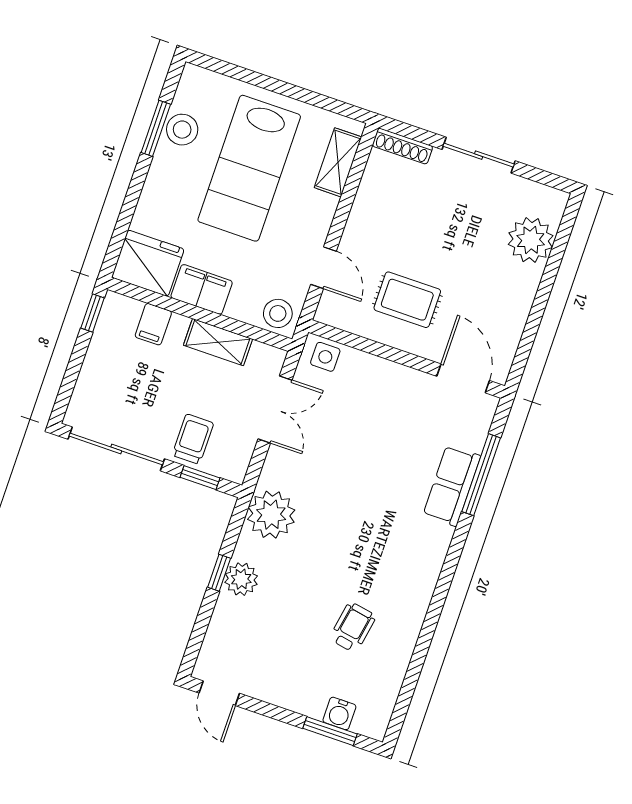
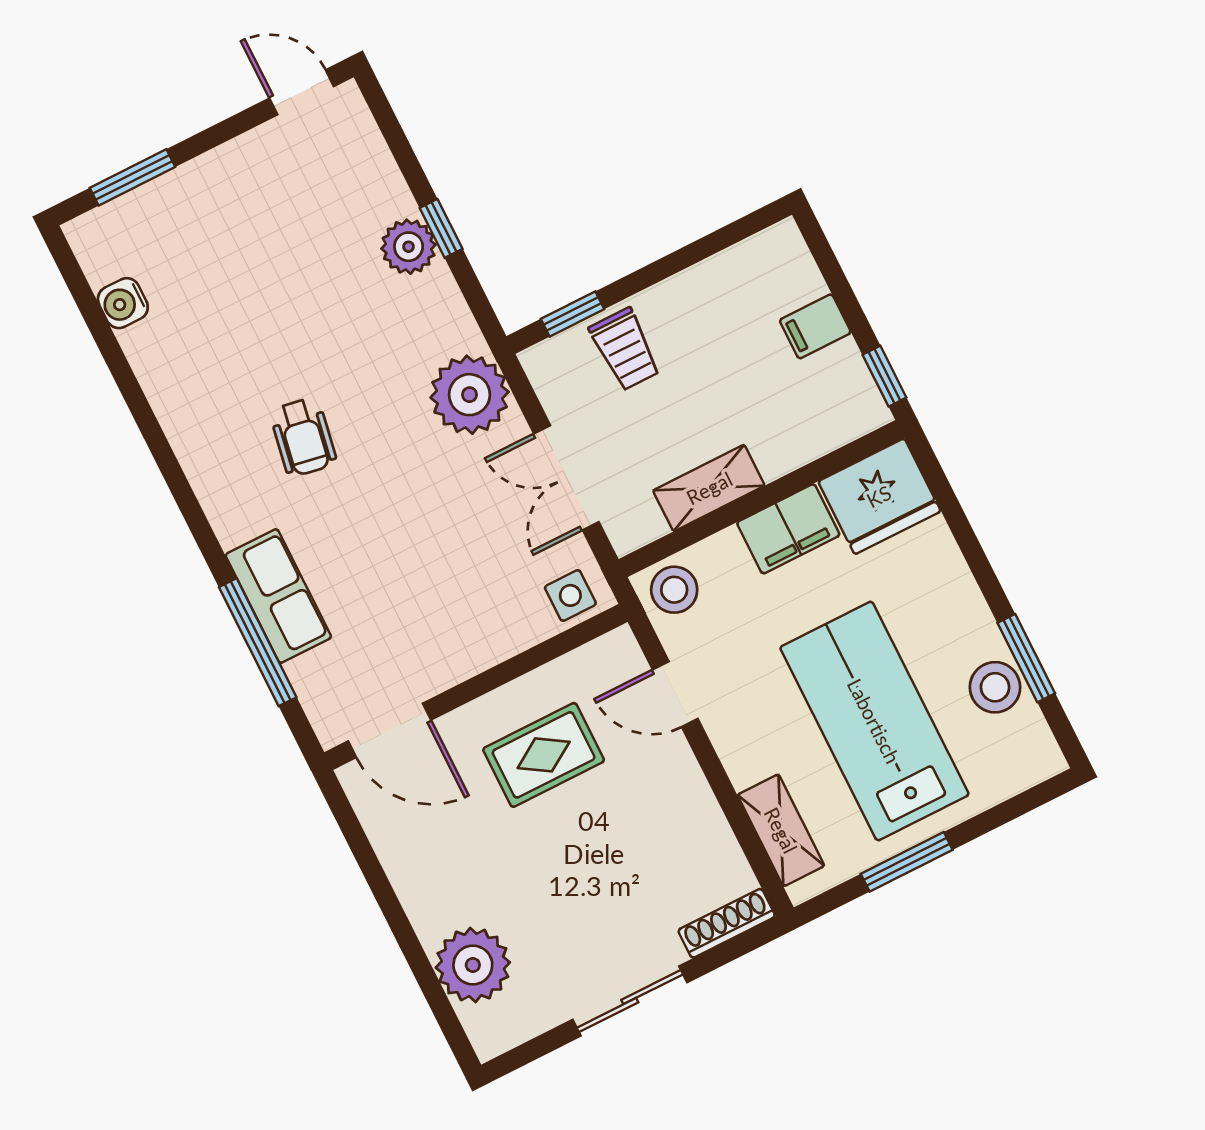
window: (297, 93) -> (907, 862), added
filing cabinet: (153, 324) -> (815, 326), moved, turned -90
sliding door: (116, 449) -> (700, 250), removed
plant: (271, 515) -> (470, 395), moved
wheelchair: (353, 627) -> (303, 437), moved
water cooler: (339, 713) -> (123, 303), moved, turned -90

